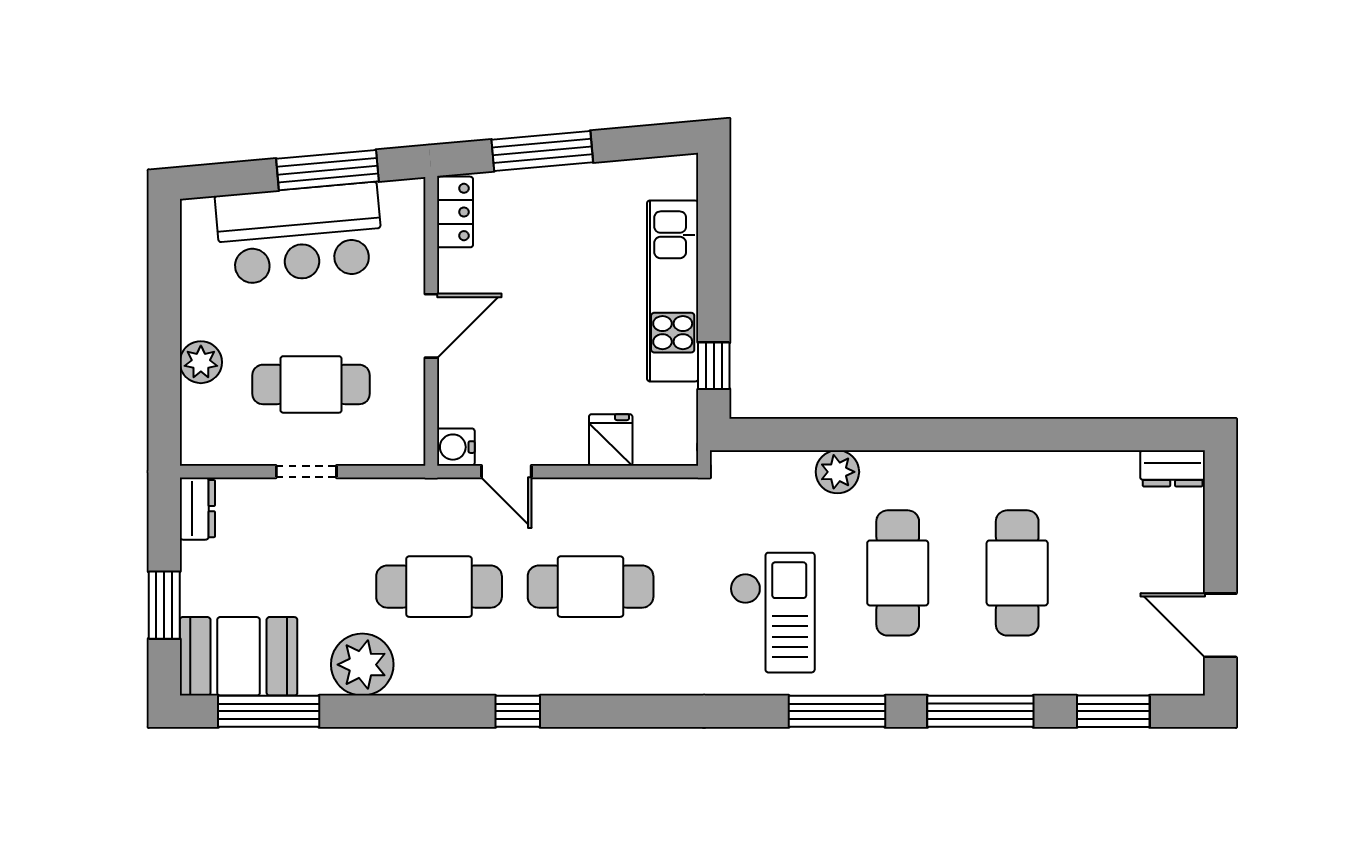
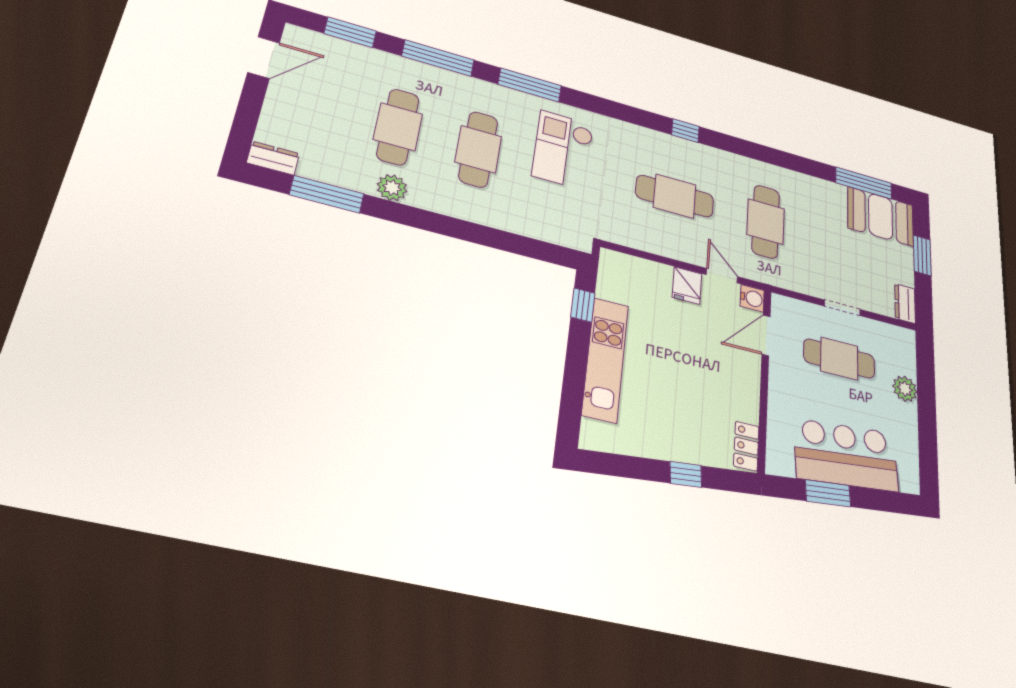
window: (542, 151) -> (686, 474), width x0.46
window: (327, 170) -> (828, 493), width x0.69
door: (431, 326) -> (766, 335), moved
window: (1092, 435) -> (327, 194), added
fridge: (611, 440) -> (687, 285), moved
plant: (837, 472) -> (392, 188), moved
cafe table: (439, 587) -> (766, 222), turned 90
door: (1221, 625) -> (264, 58), hinge flipped
plant: (362, 665) -> (811, 192), removed
window: (518, 711) -> (685, 131), moved

